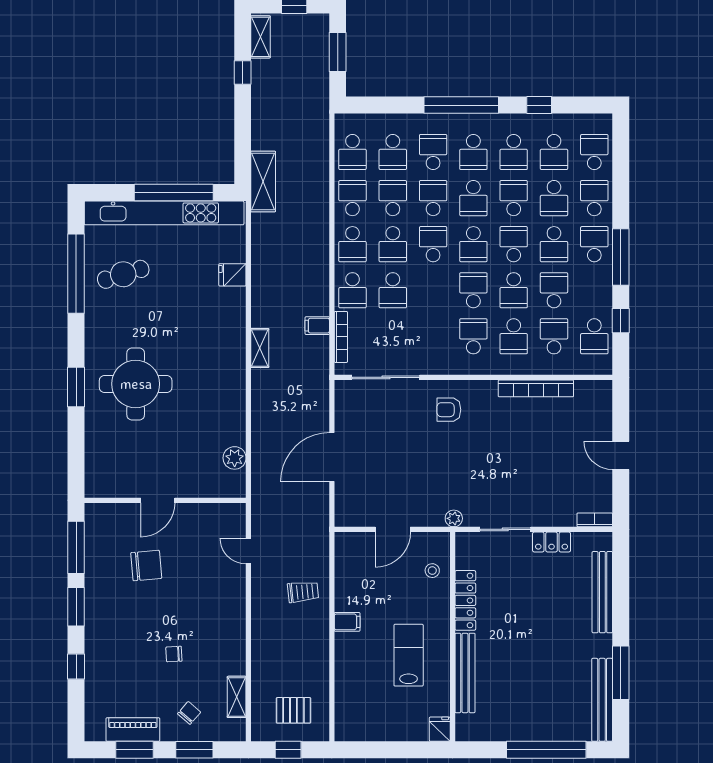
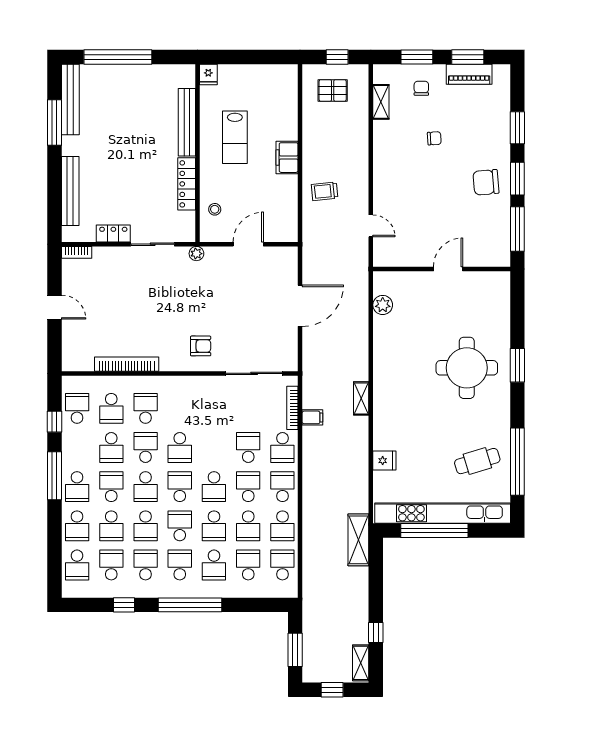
school desk: (554, 198) -> (111, 526), turned 180
school desk: (352, 290) -> (282, 448), turned 180
school desk: (473, 336) -> (180, 408), removed
chair: (146, 566) -> (486, 182), moved
filing cabinet: (347, 622) -> (287, 158), width x2.00
window: (76, 666) -> (517, 128), width x1.50
chair: (189, 713) -> (421, 88), turned 139

